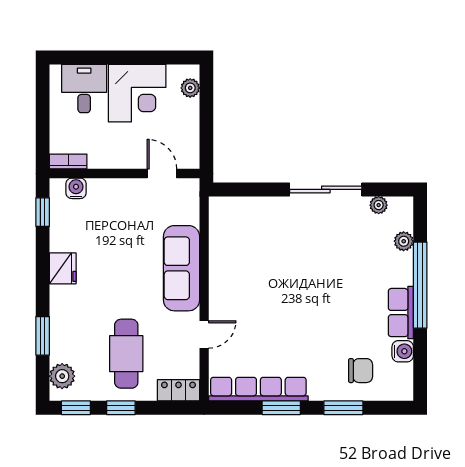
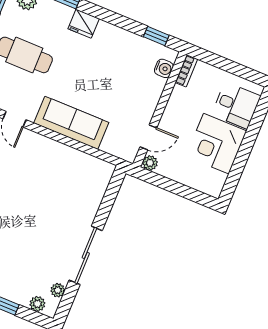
plant: (190, 88) -> (150, 163), moved
plant: (404, 241) -> (37, 304), moved
fridge: (63, 268) -> (84, 24), moved

